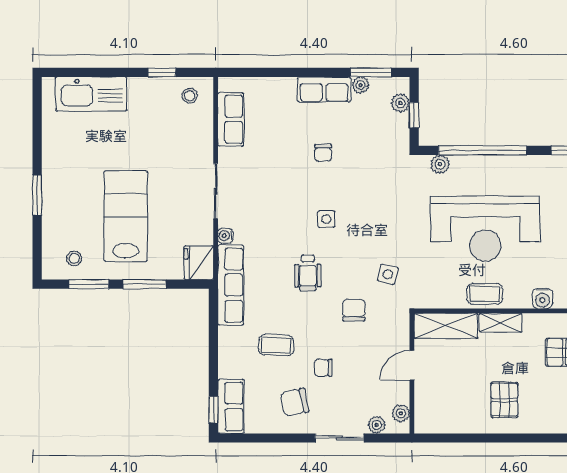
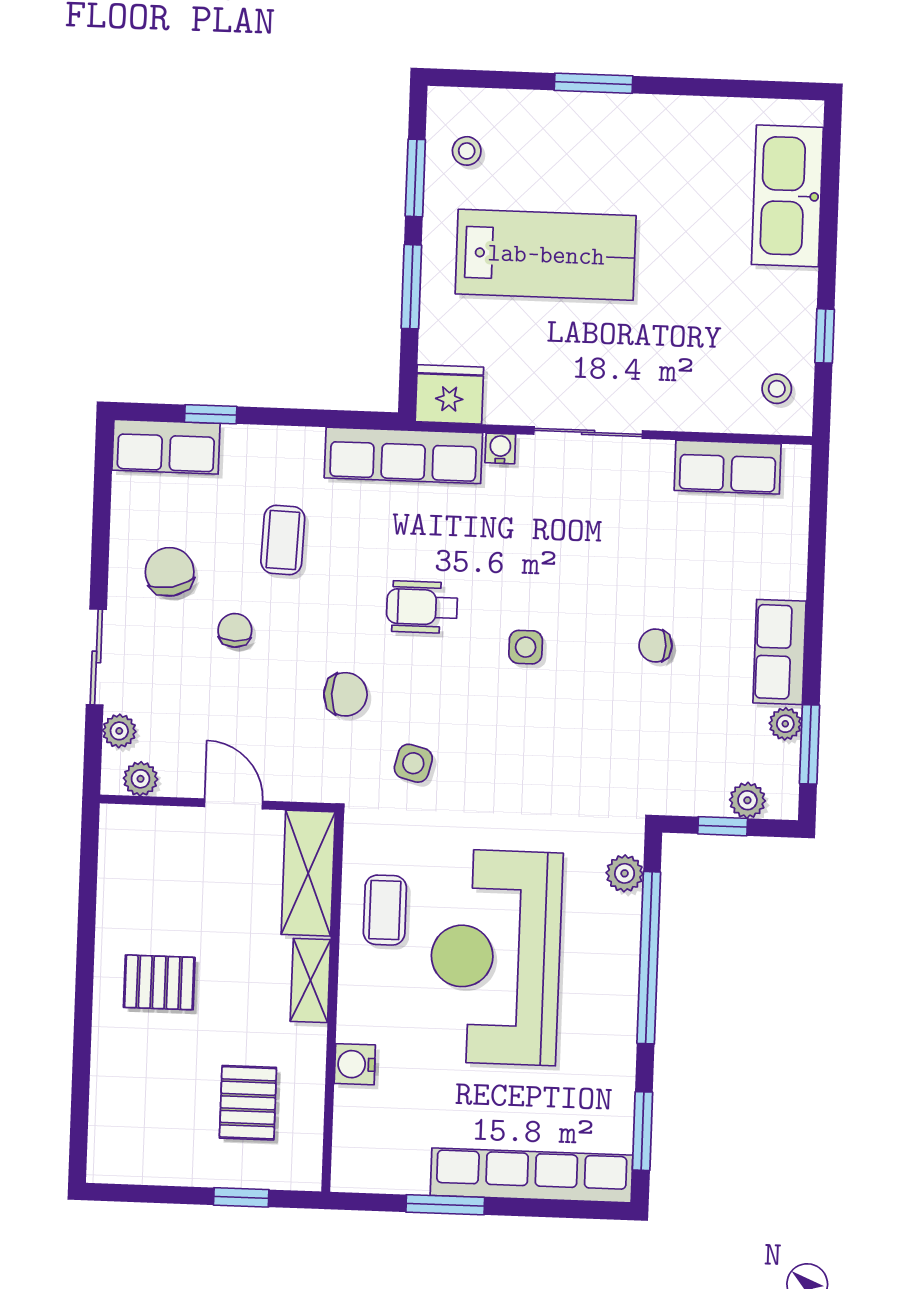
coffee table: (485, 294) -> (385, 910), moved
window: (213, 410) -> (211, 414), moved

